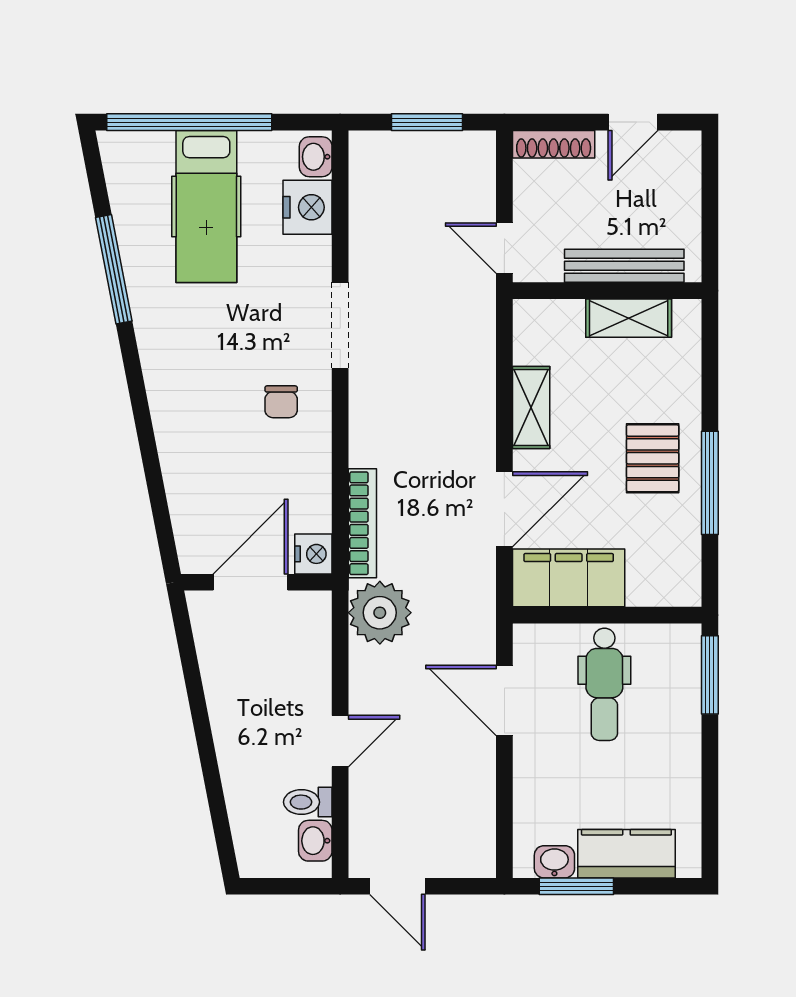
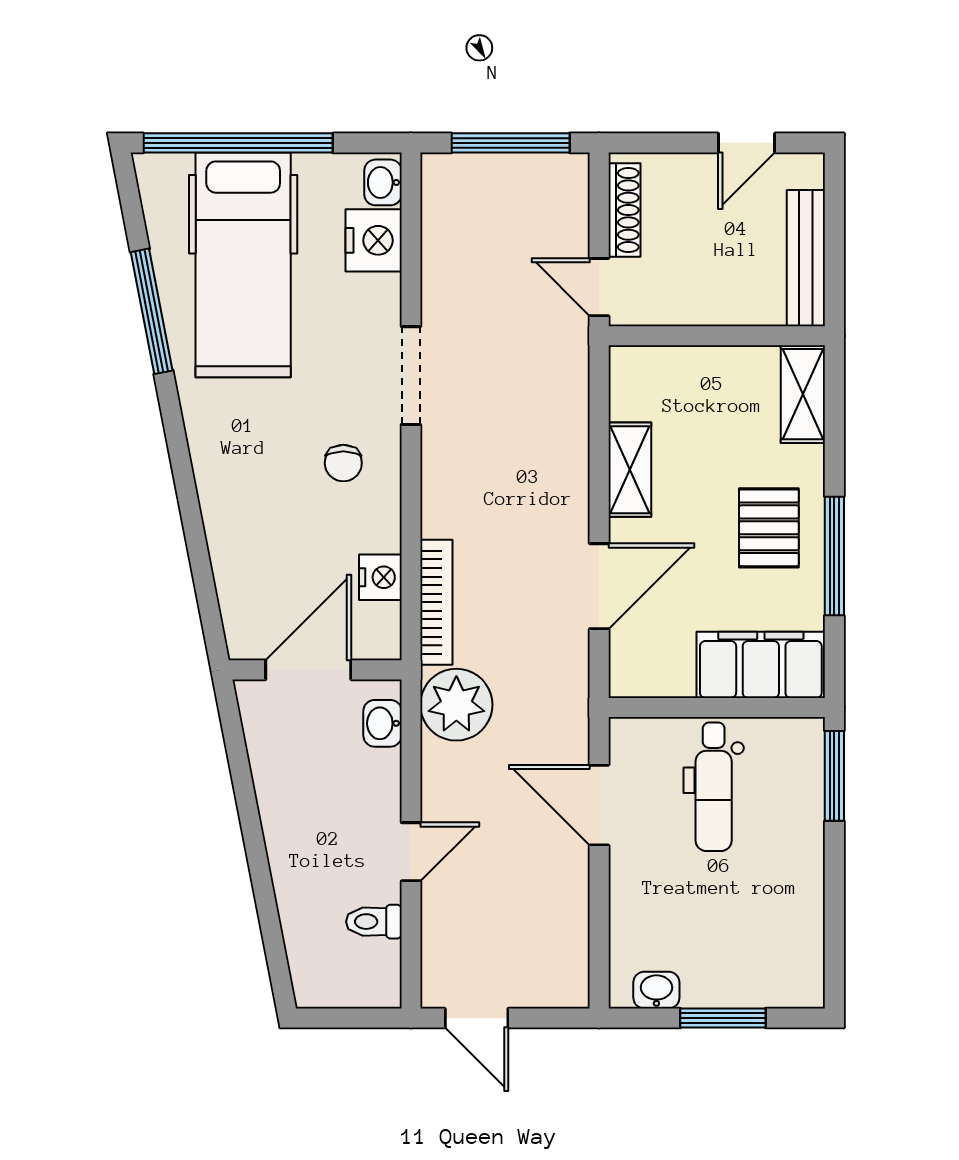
window: (427, 122) -> (511, 143), width x1.44
shoe rack: (554, 144) -> (624, 210), moved, turned -90
hospital bed: (206, 207) -> (243, 265), width x1.37, depth x1.29
bench: (624, 266) -> (806, 258), moved, turned 90
shelving: (629, 318) -> (803, 394), moved, turned 90
nightstand: (313, 554) -> (380, 577), moved
filing cabinet: (569, 578) -> (761, 665), moved
washbasin: (315, 841) -> (382, 723), moved
kitchen counter: (626, 854) -> (739, 981), removed
window: (576, 886) -> (723, 1018), moved

